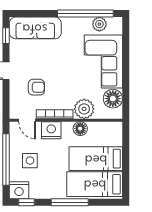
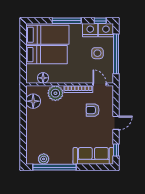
corner sofa: (103, 61) -> (41, 130), removed
floor lamp: (80, 129) -> (43, 78), moved
nightstand: (51, 130) -> (90, 30), moved, turned 180

